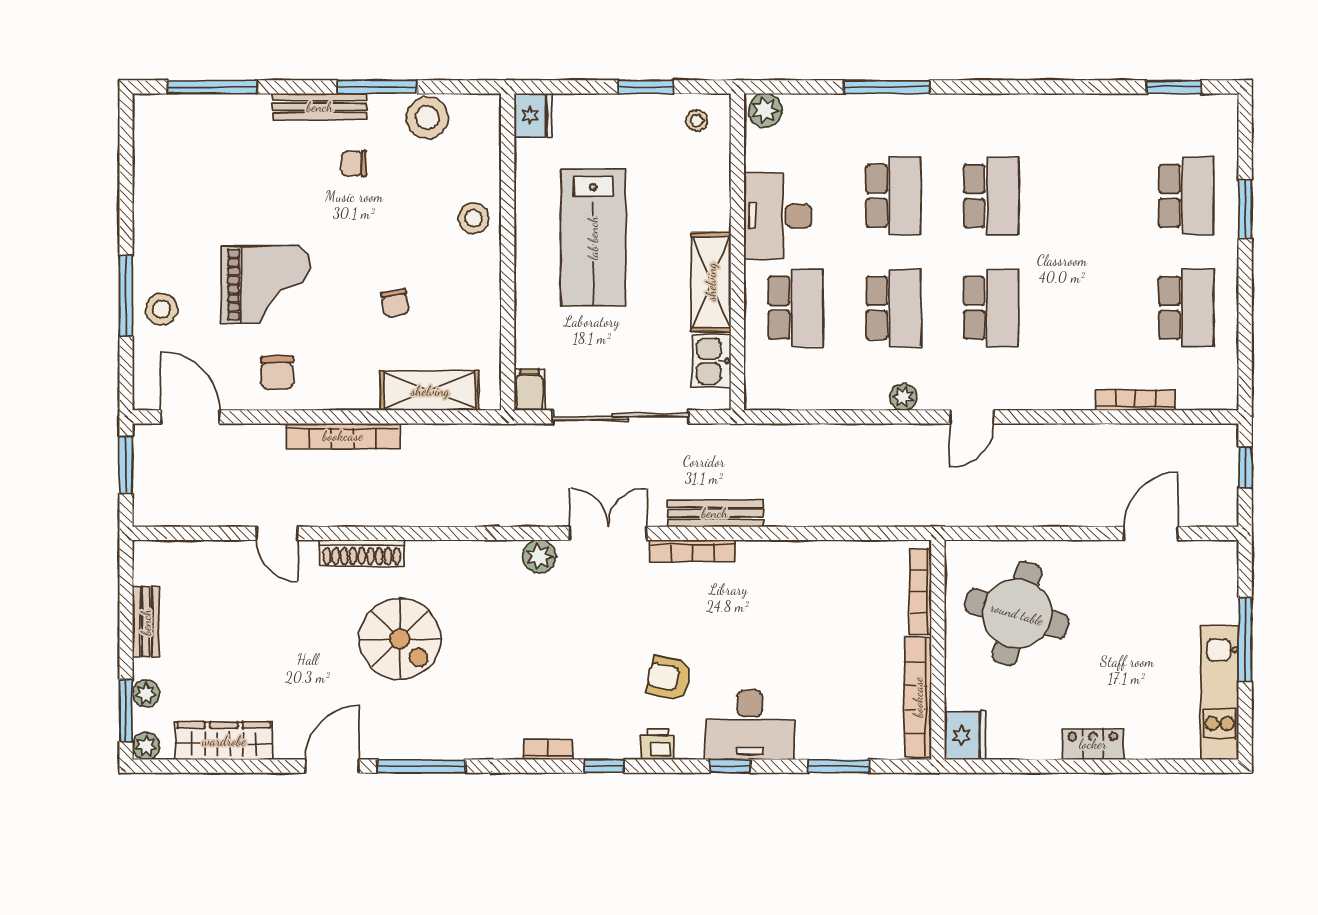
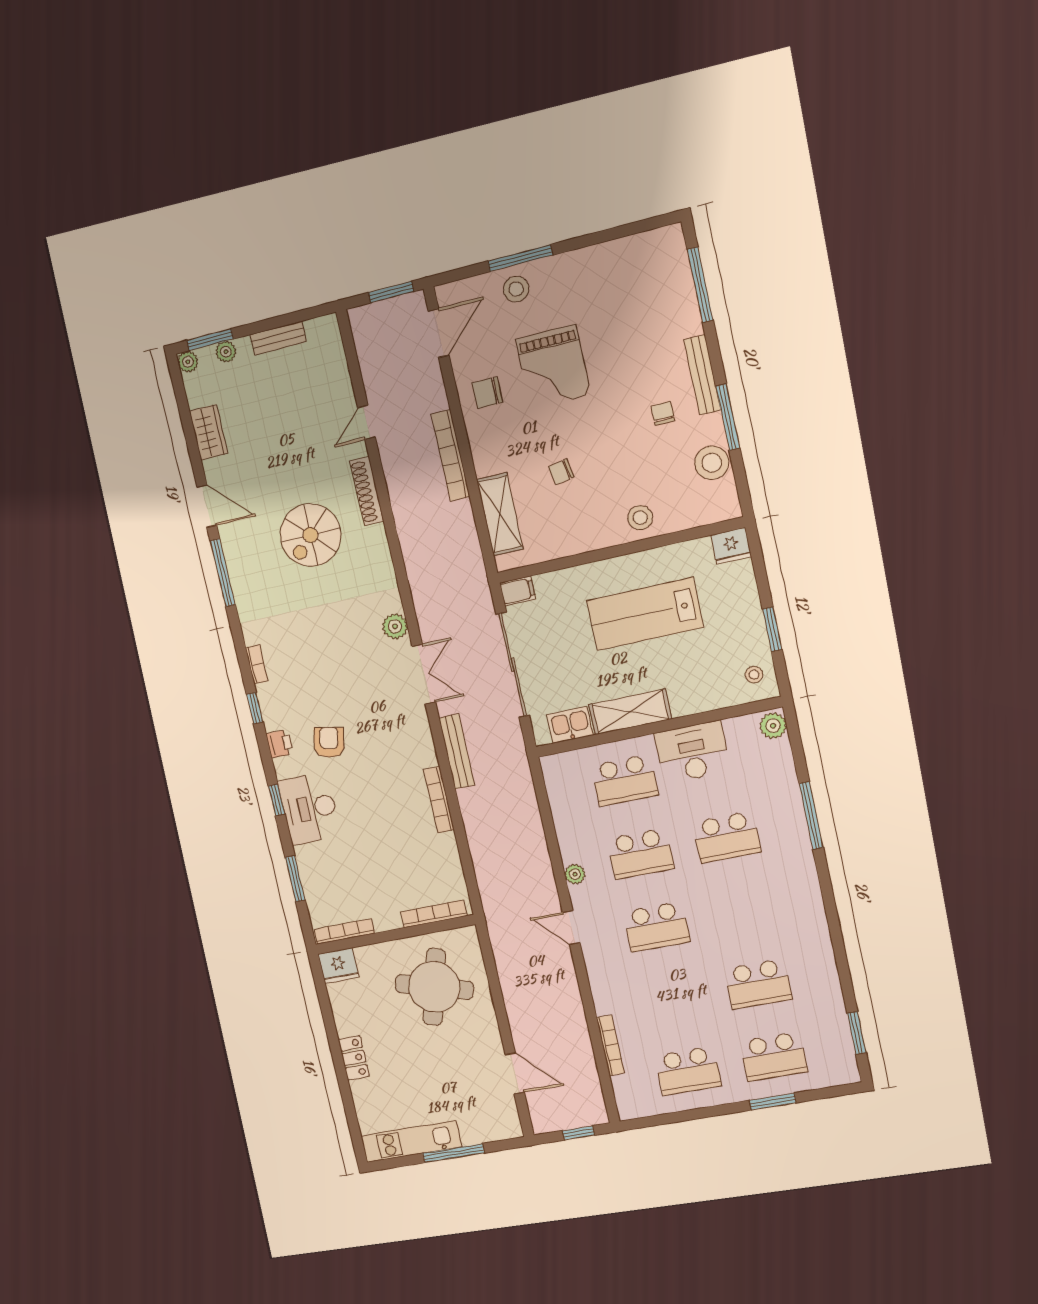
school desk: (991, 196) -> (758, 984), moved
bookcase: (692, 551) -> (439, 800), moved
bookcase: (918, 697) -> (344, 931), width x0.68, depth x0.76
wardrobe: (224, 741) -> (209, 432), width x0.67

